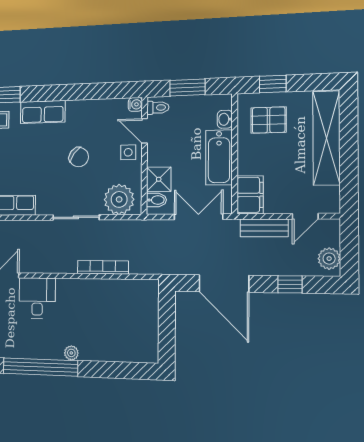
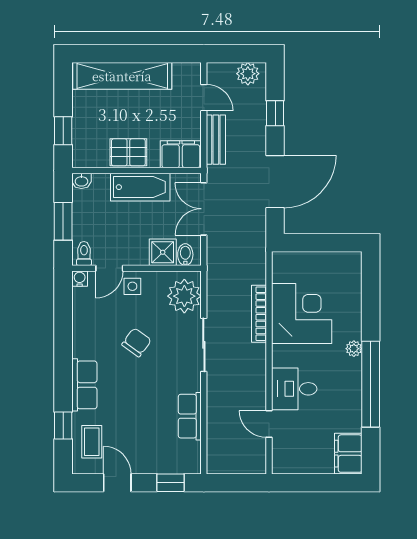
washbasin: (225, 119) -> (81, 181), moved
pallet: (269, 120) -> (128, 152), moved, turned 90
corner desk: (103, 306) -> (302, 314), added

